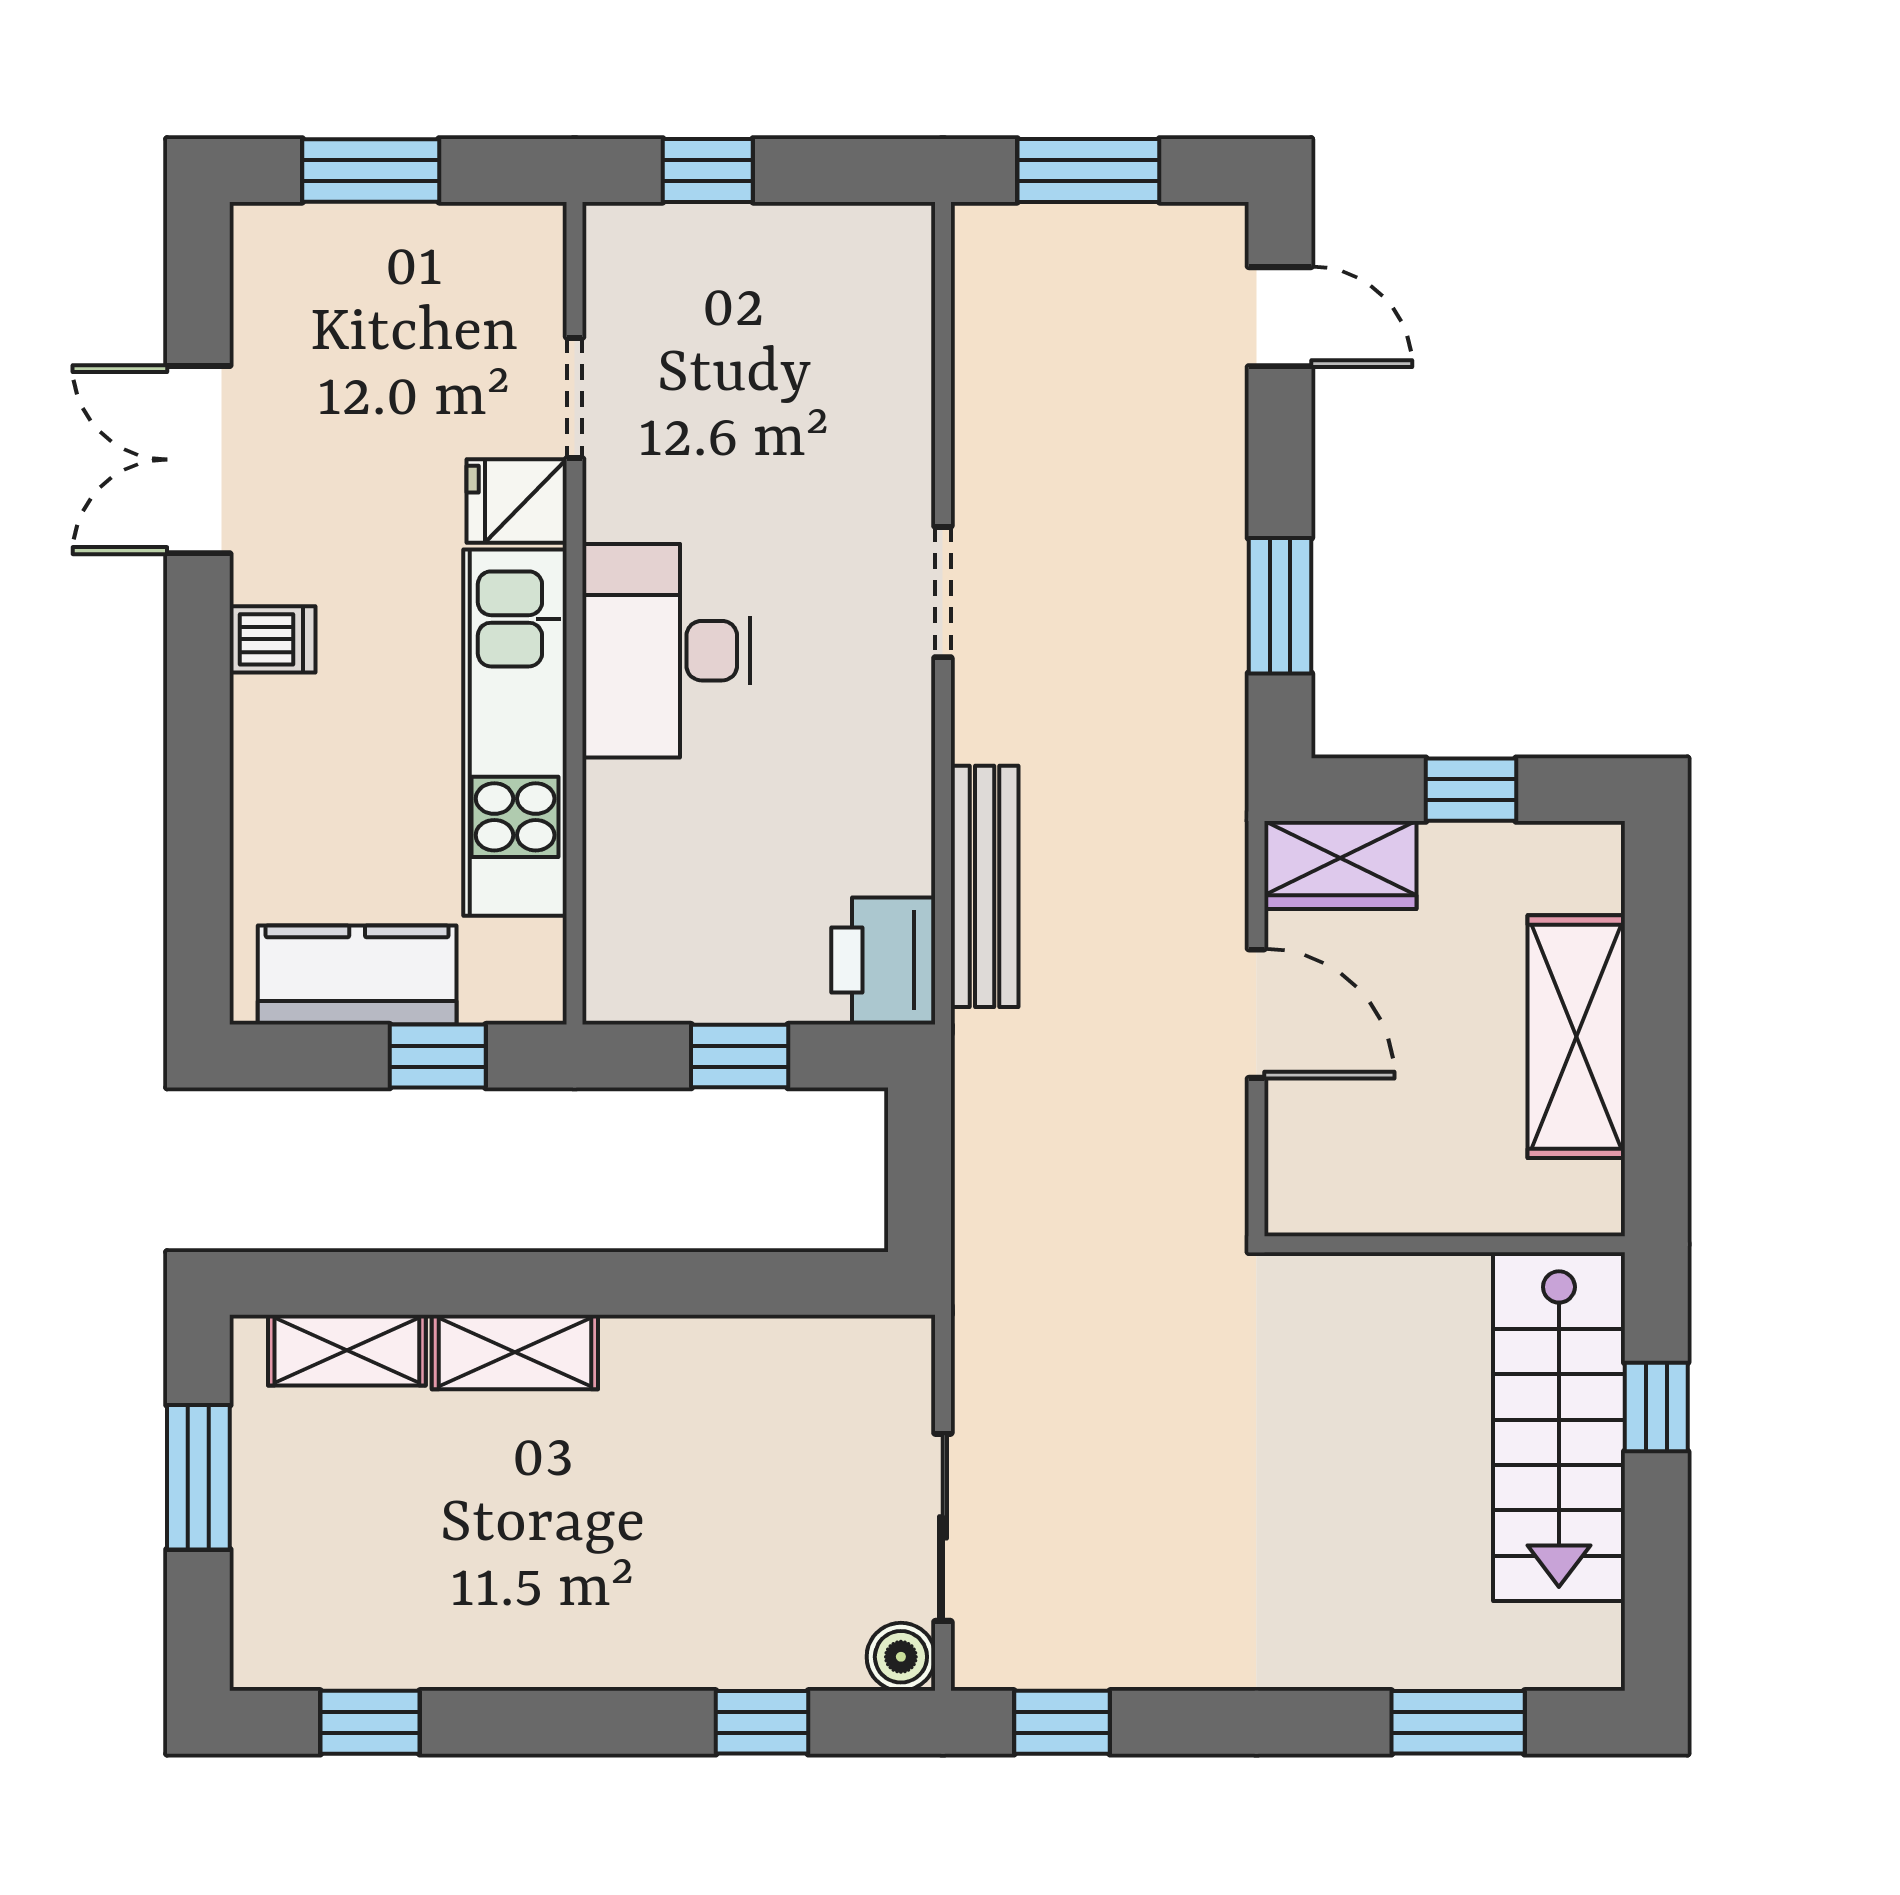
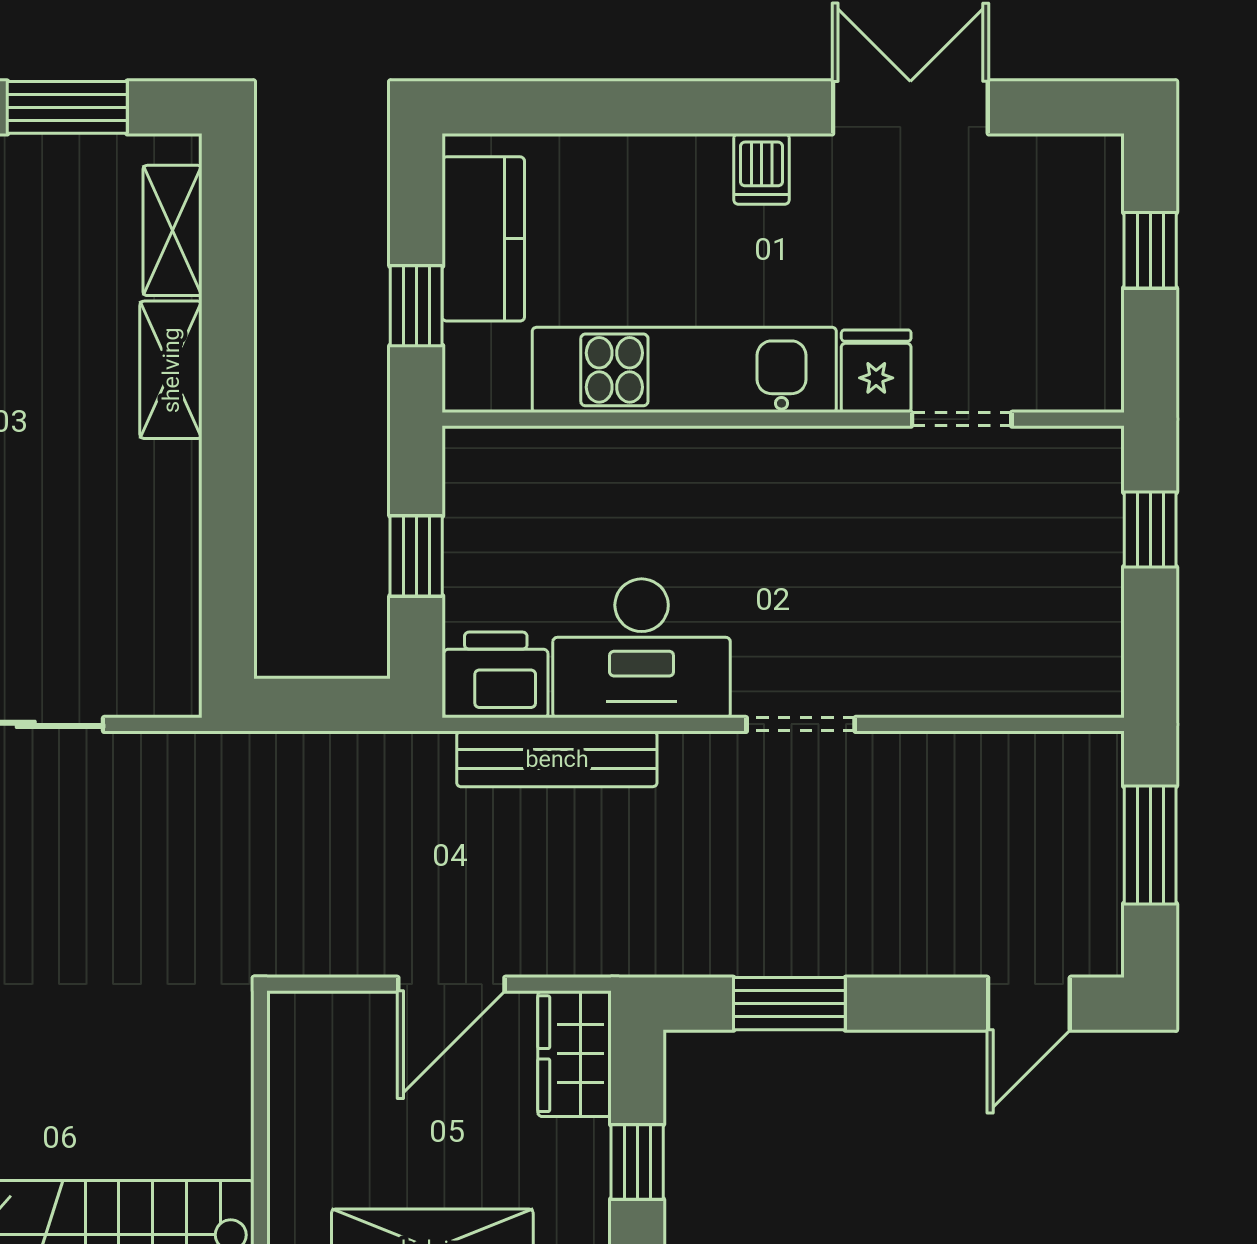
window: (371, 170) -> (1150, 250), width x0.67
desk: (666, 651) -> (642, 648), moved, turned 180

